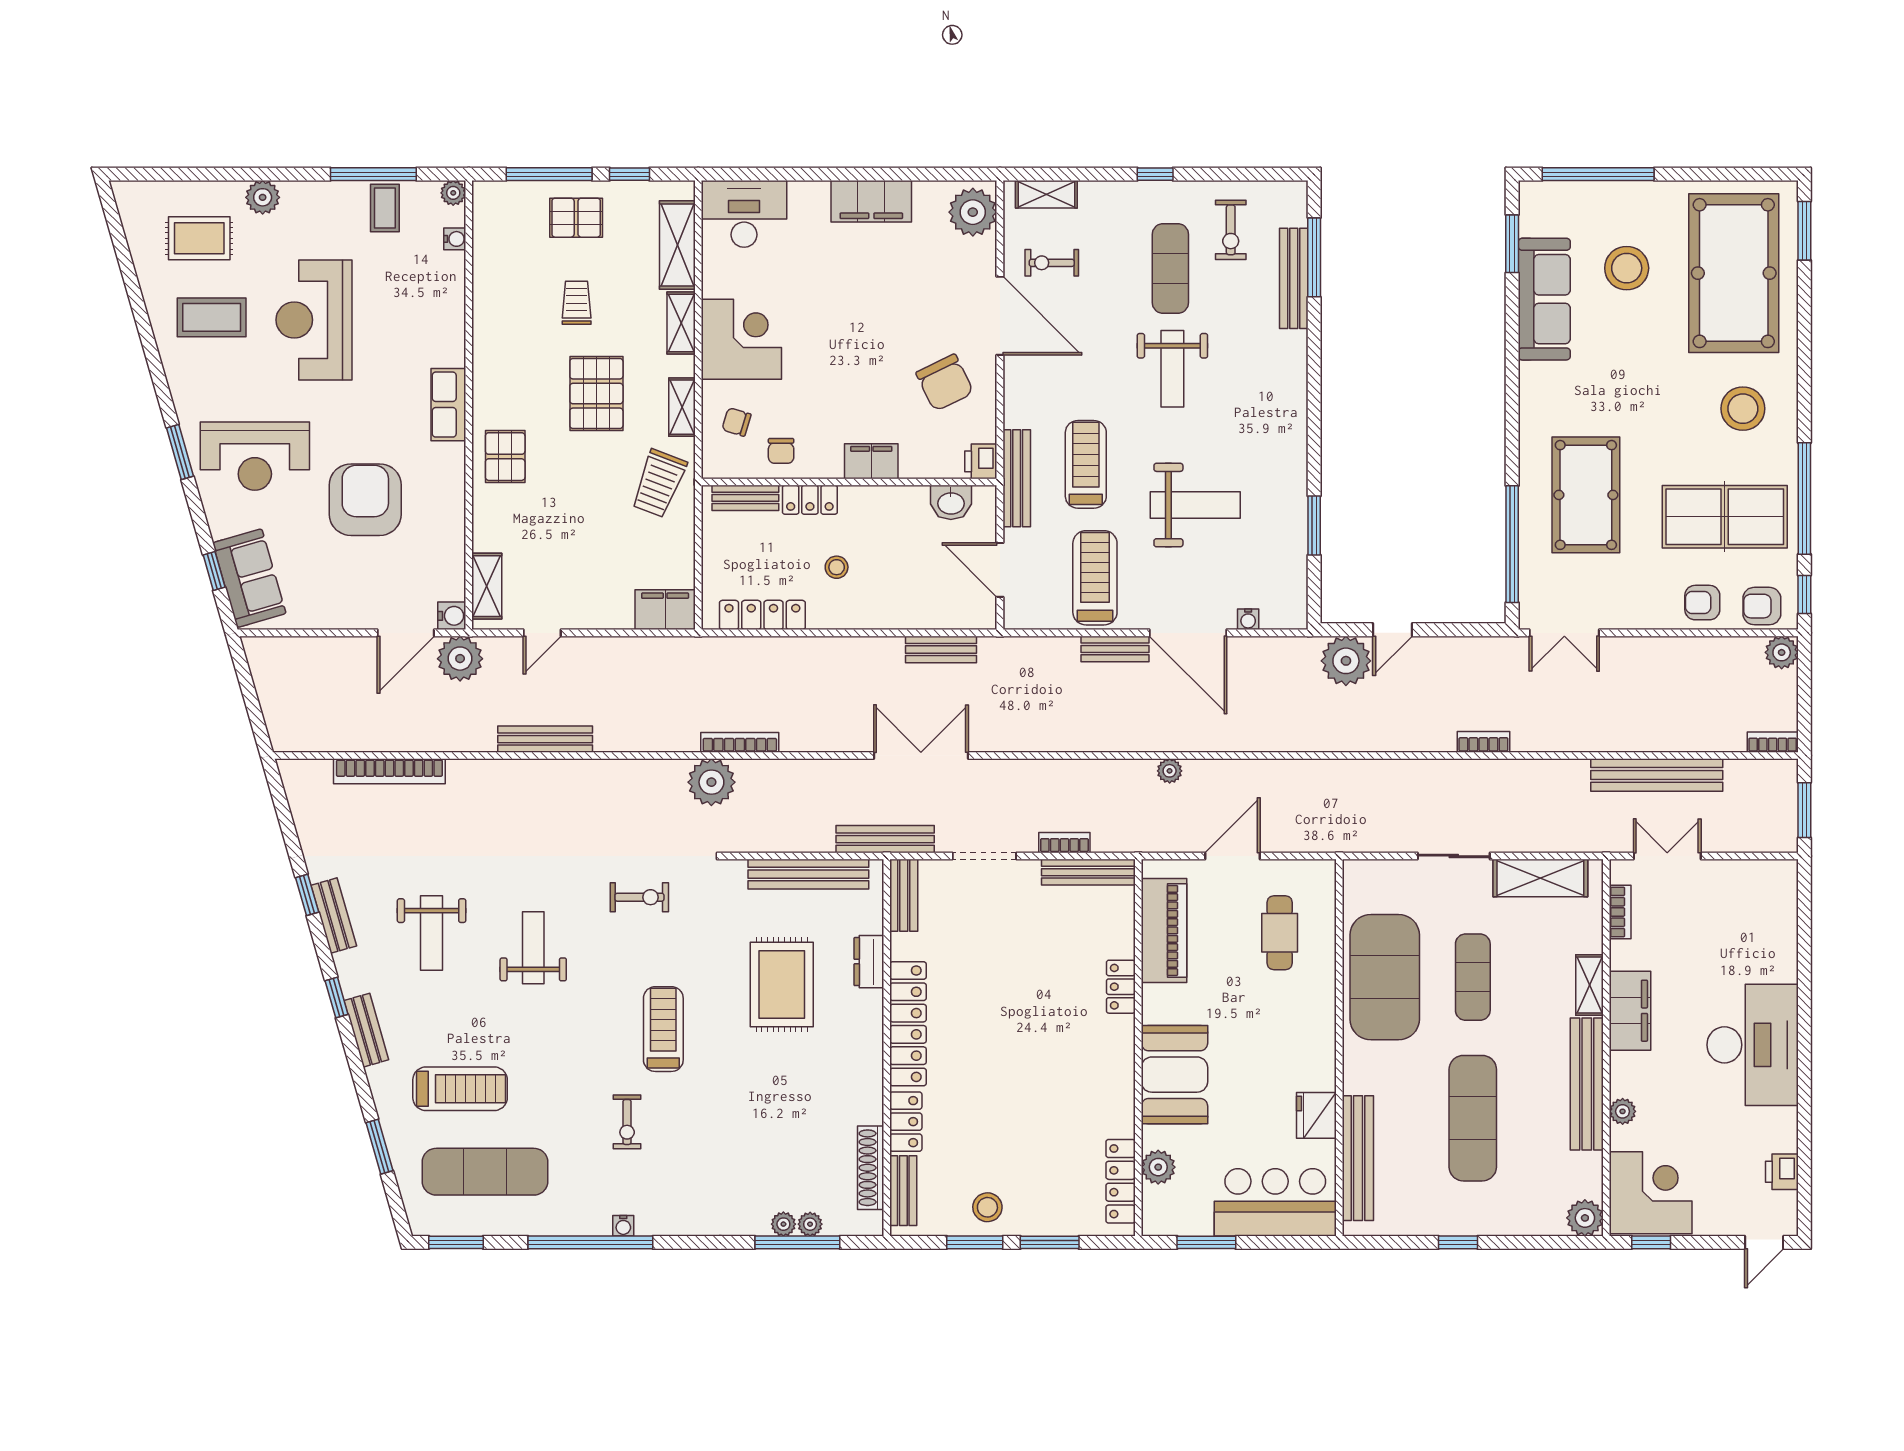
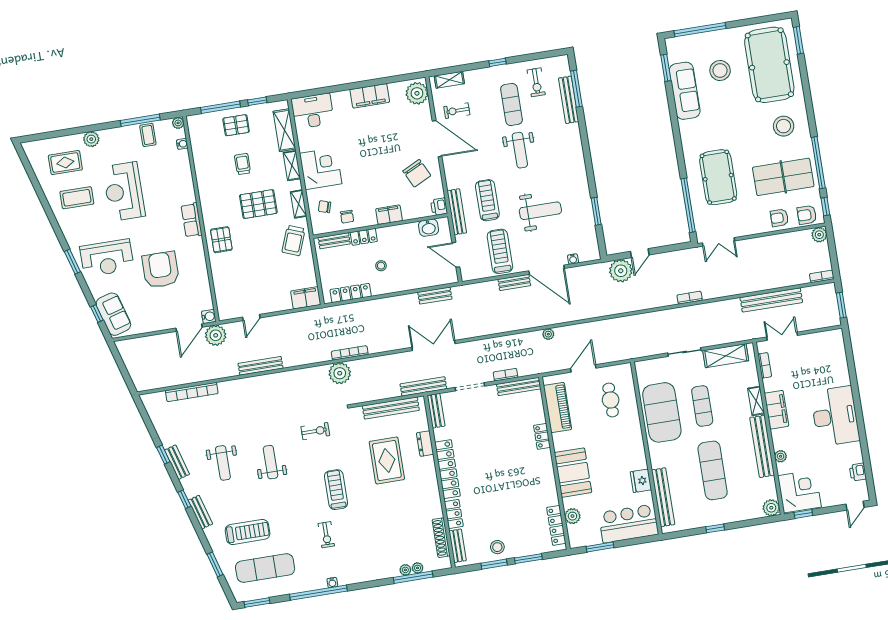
pallet: (596, 394) -> (258, 204), turned 90
shelving: (487, 586) -> (223, 300), removed

